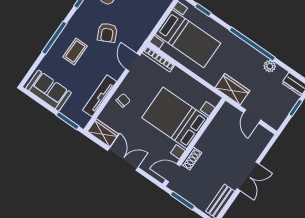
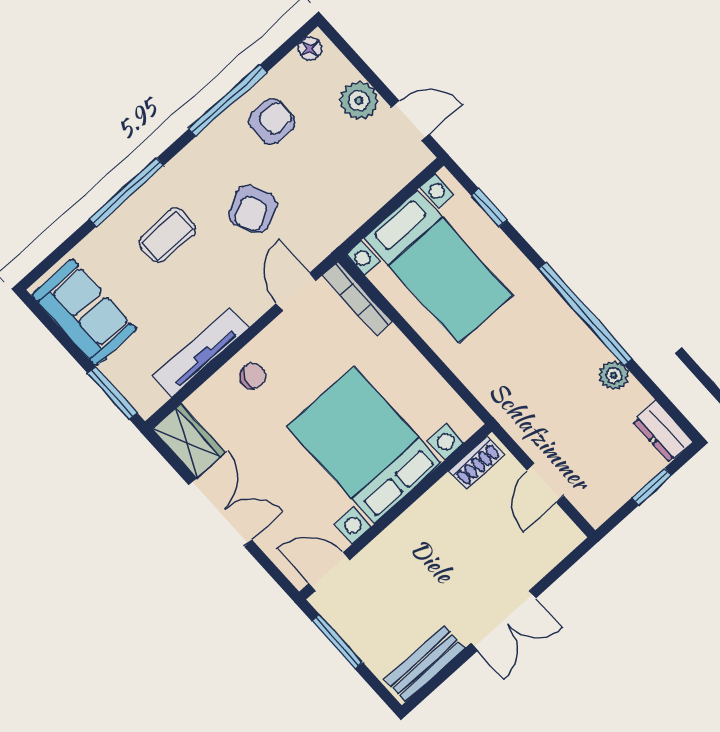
wardrobe: (232, 89) -> (514, 409), removed
shoe rack: (192, 159) -> (476, 463), moved

